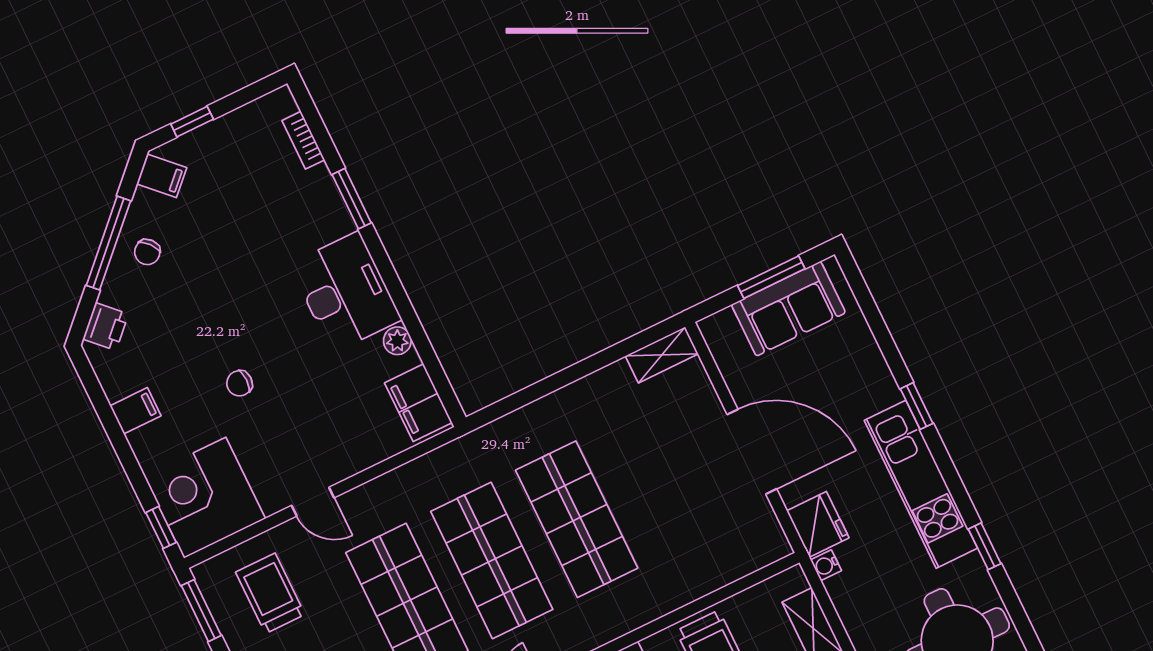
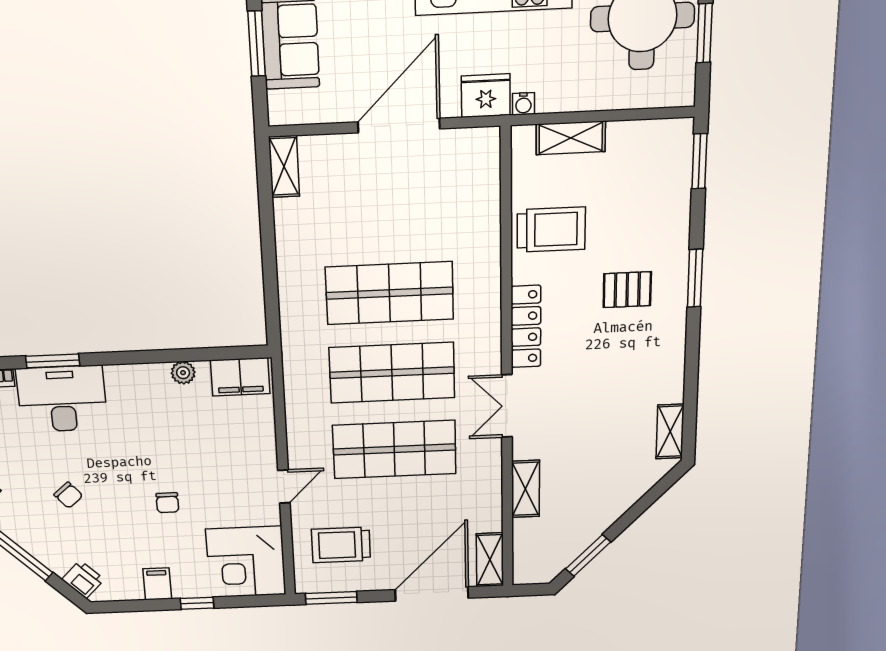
chair: (147, 252) -> (68, 495), moved
desk: (346, 292) -> (62, 399), moved
window: (161, 527) -> (197, 603), moved

